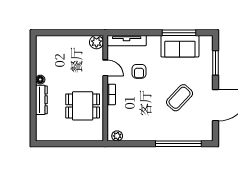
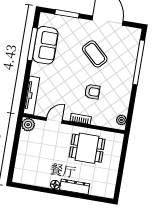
armchair: (139, 71) -> (92, 92), moved
dining table: (83, 106) -> (87, 148), turned 90

